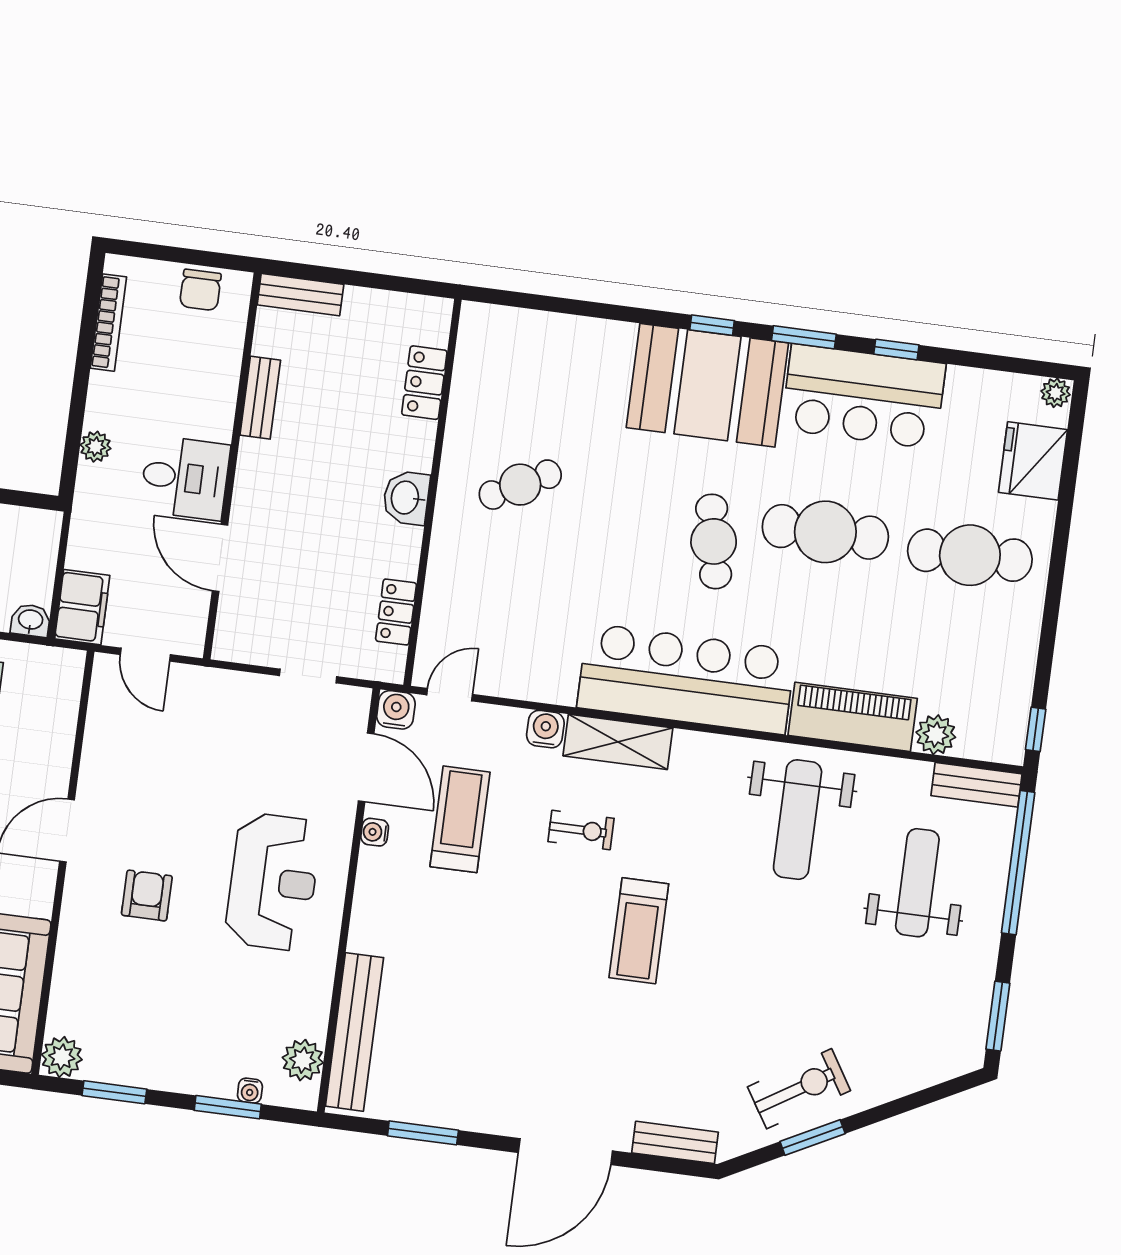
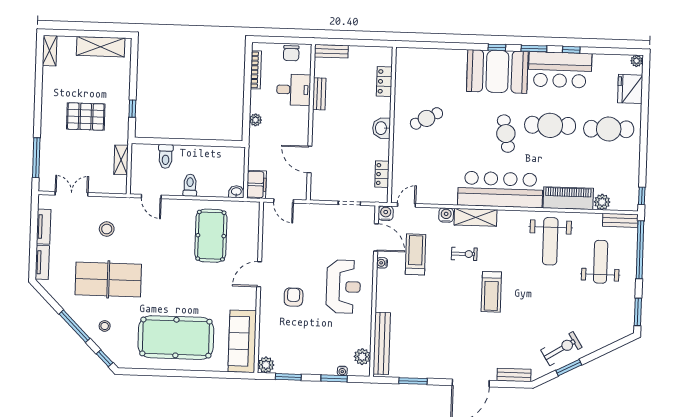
desk: (185, 478) -> (294, 90), moved

